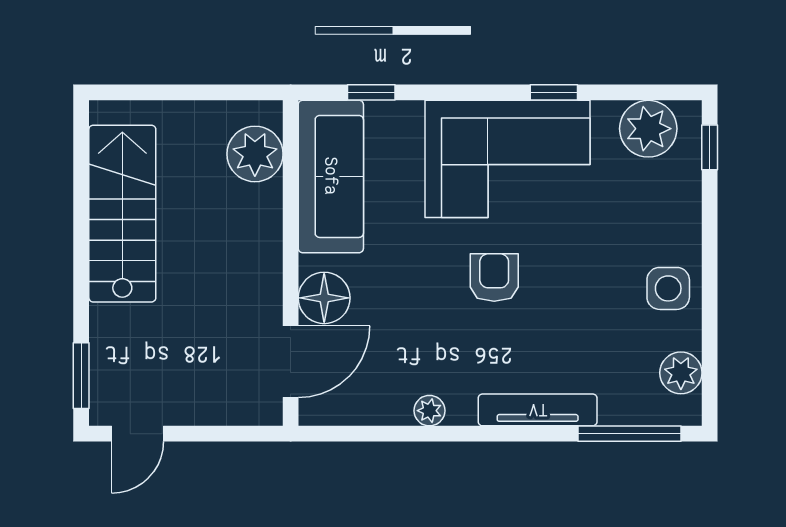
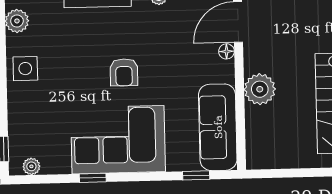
plant: (648, 129) -> (31, 166), width x0.53, depth x0.53
plant: (255, 154) -> (260, 89), moved
floor lamp: (324, 298) -> (226, 51), width x0.53, depth x0.53

